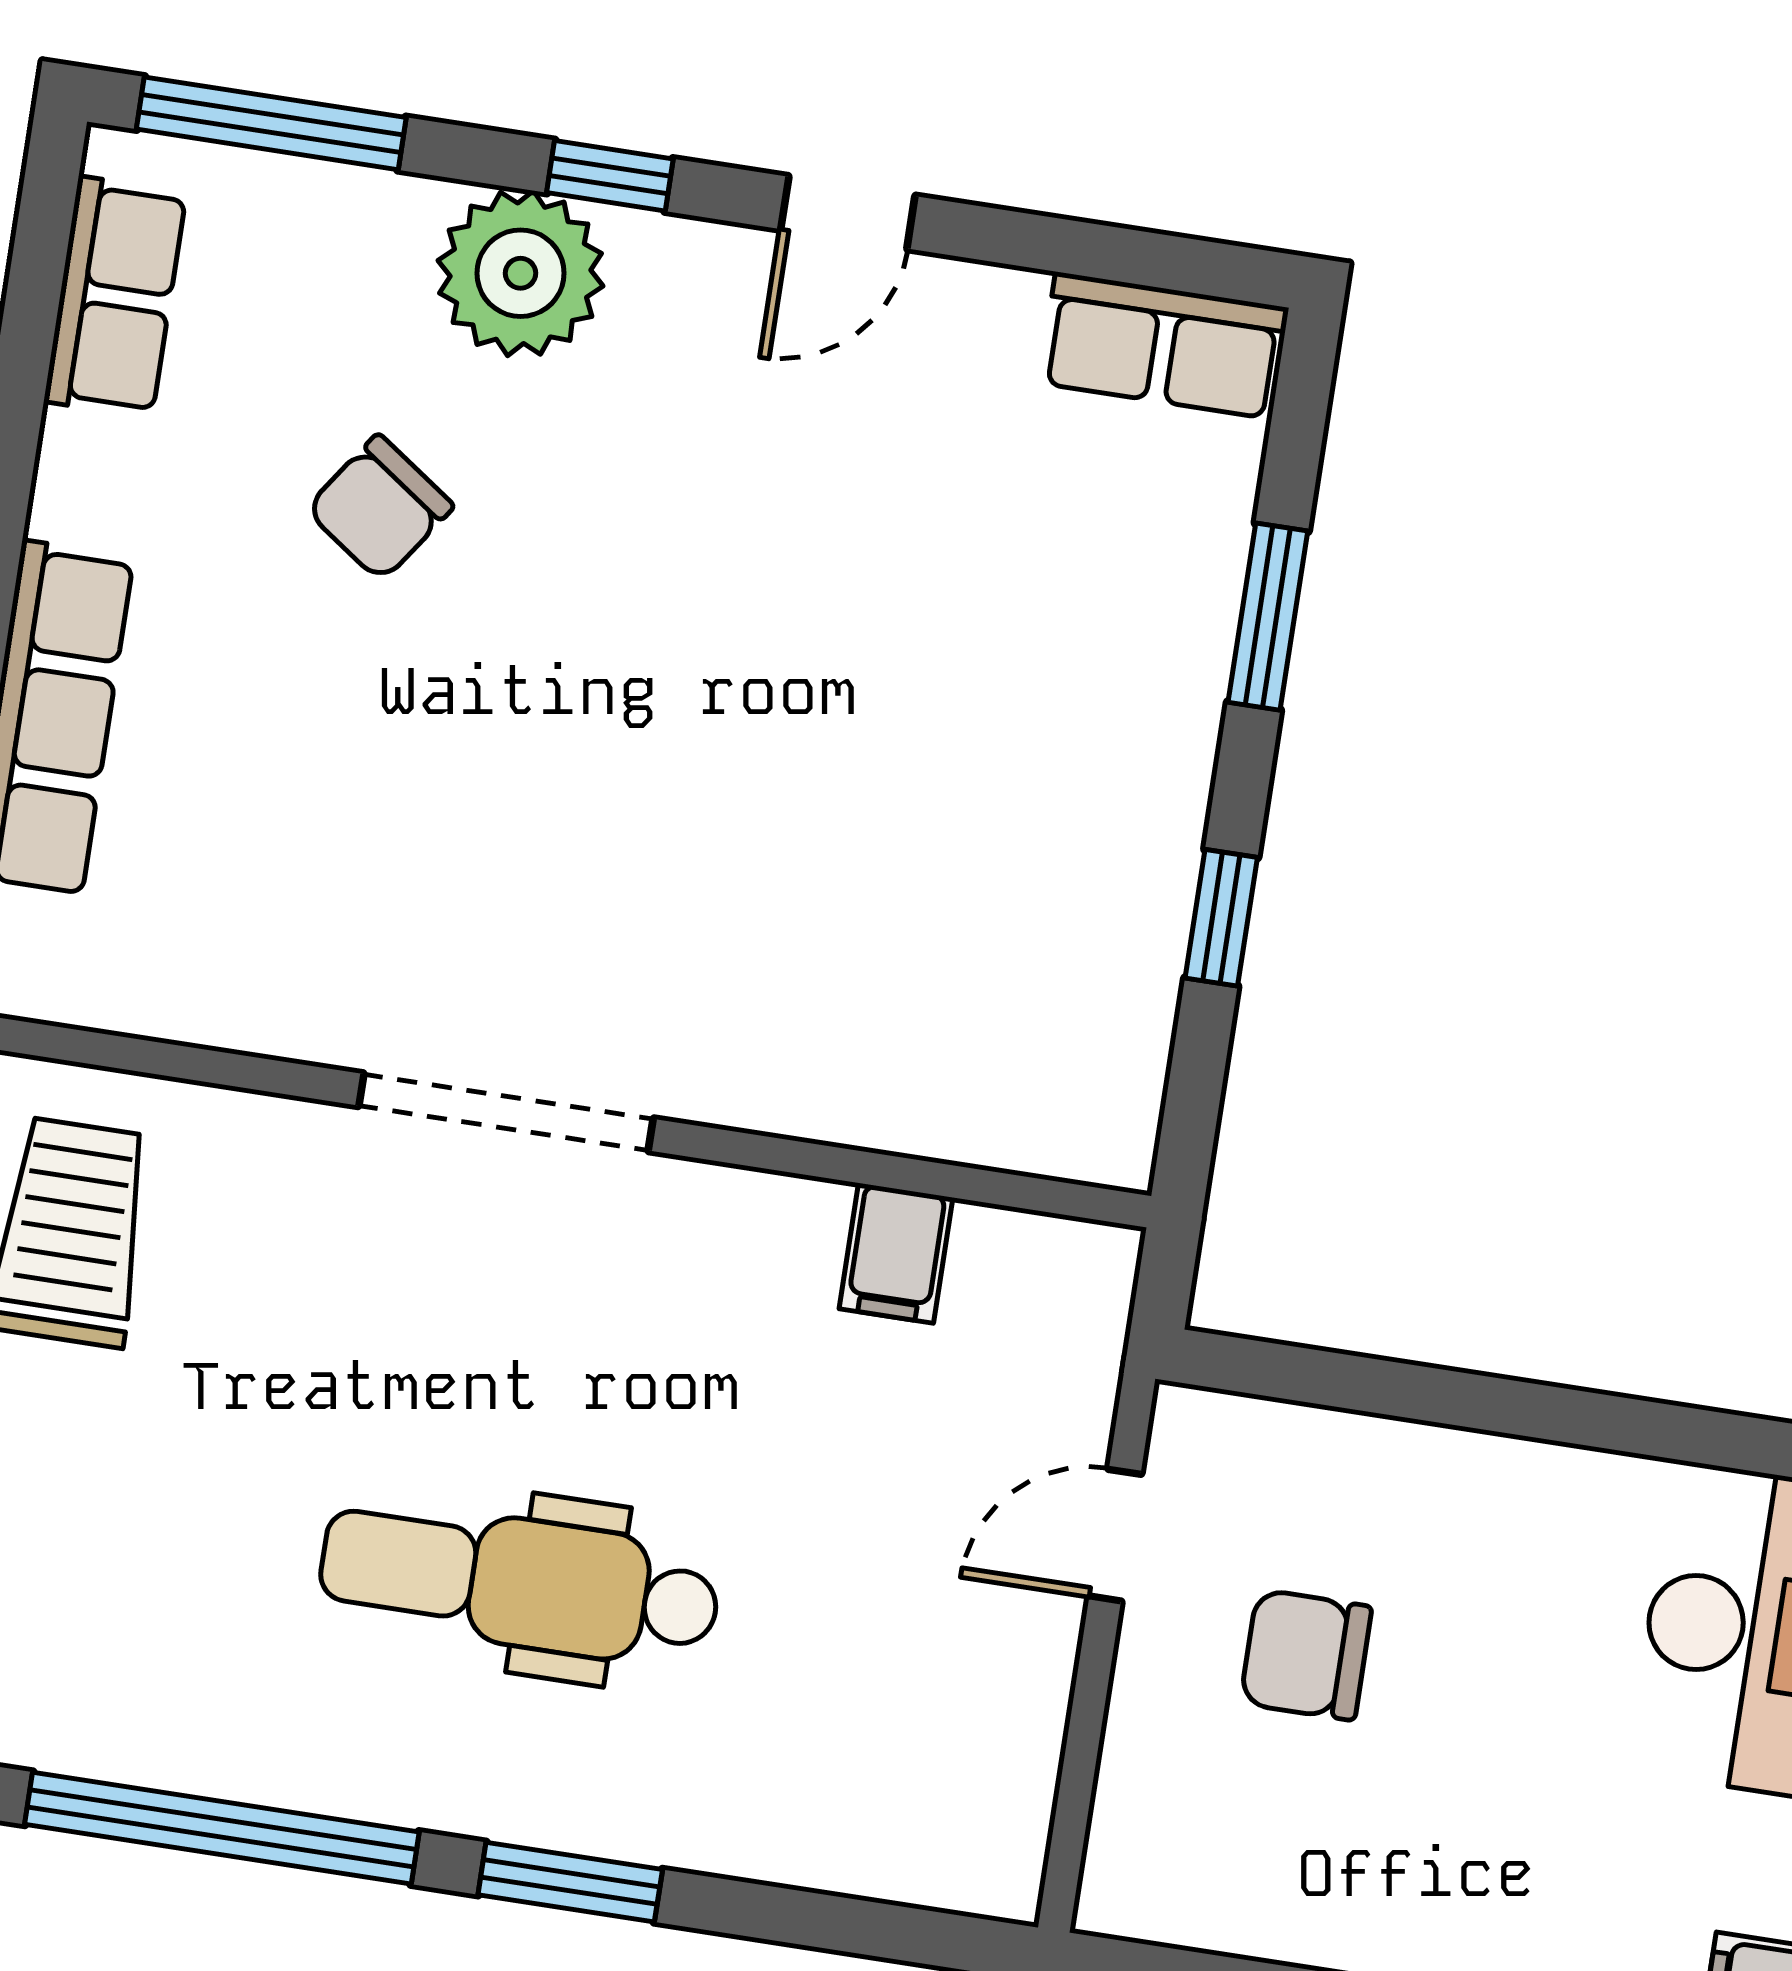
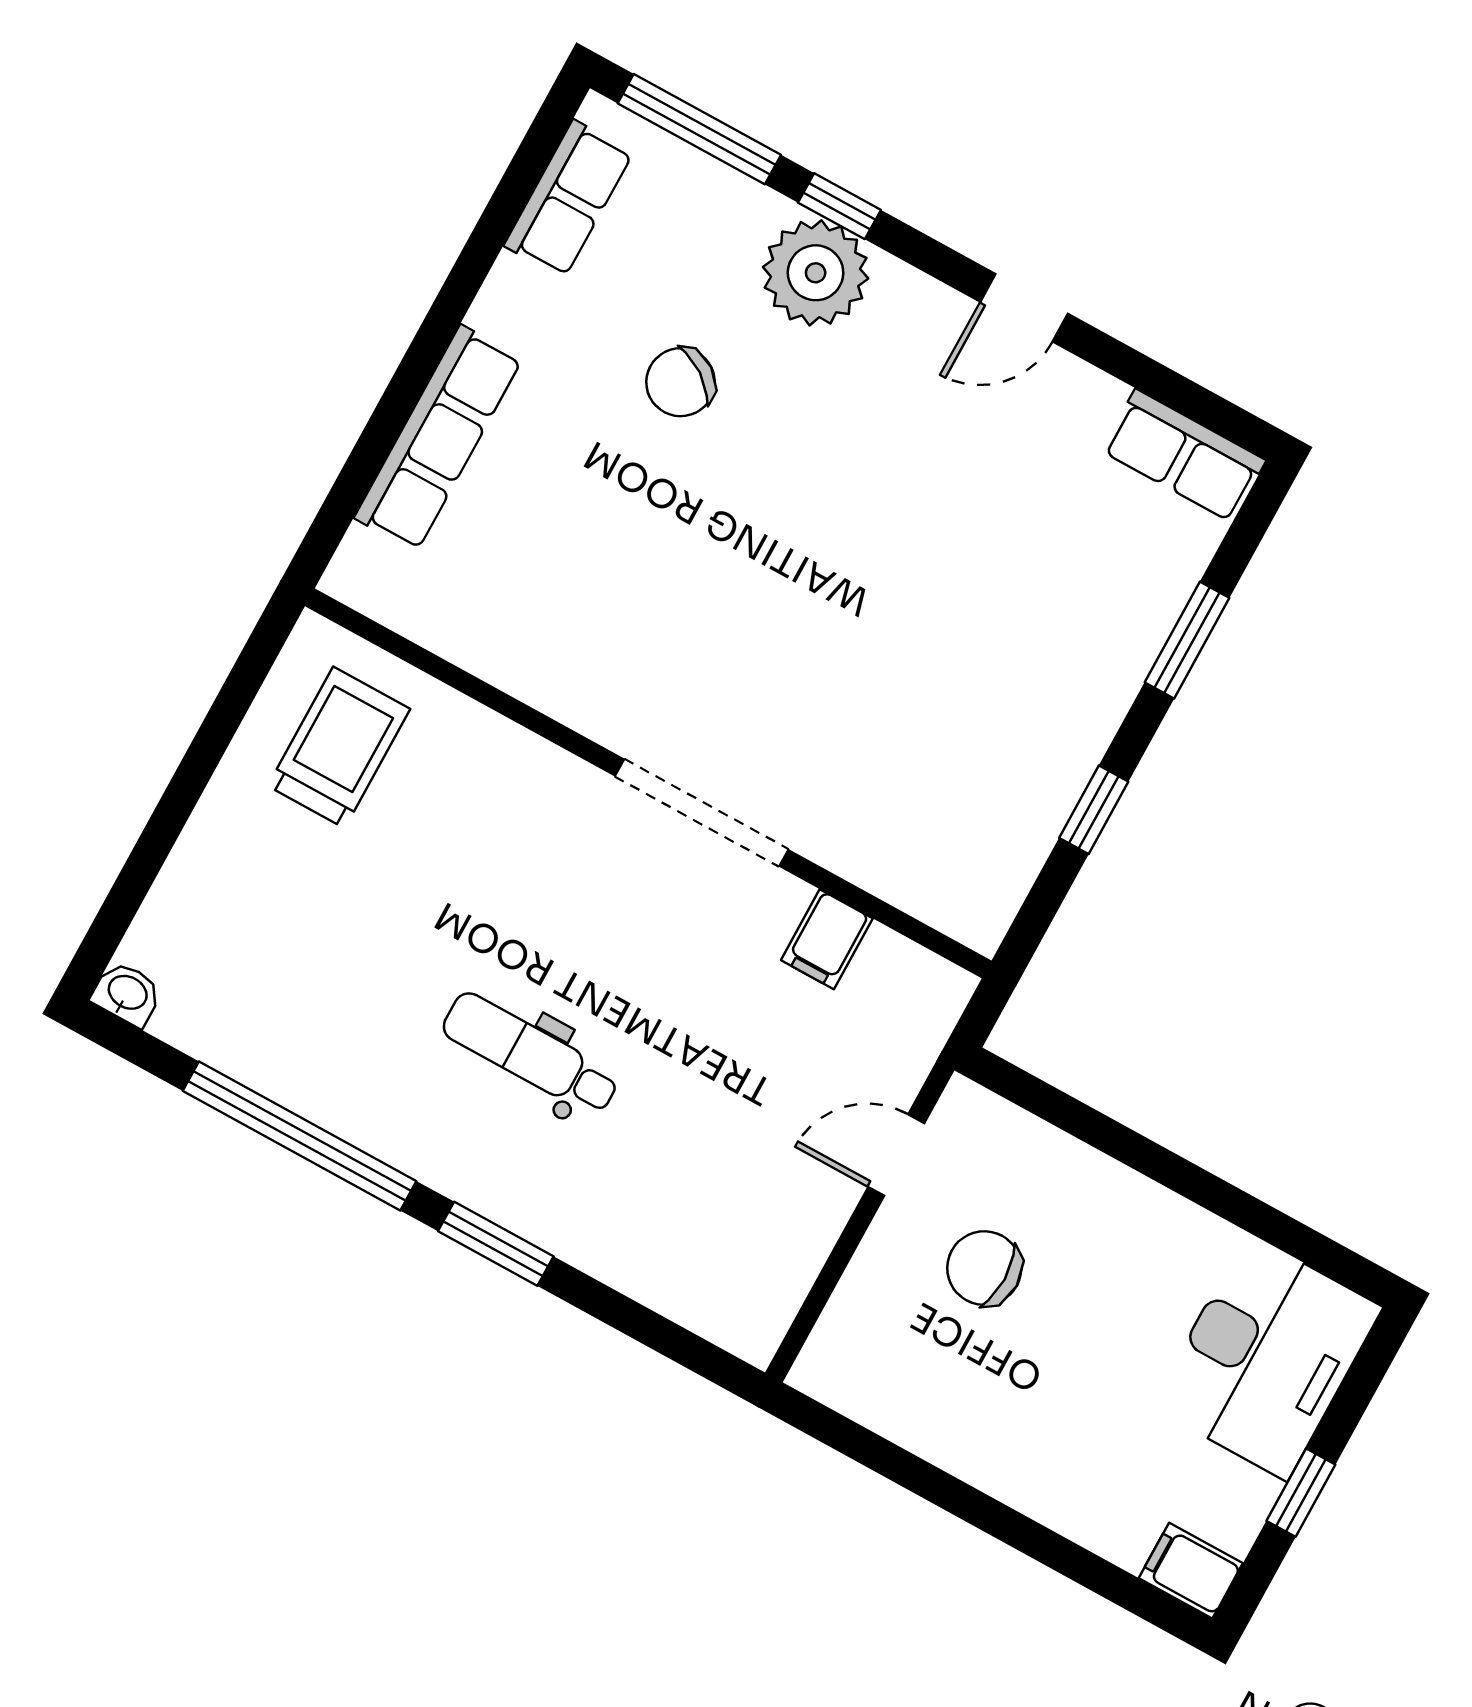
window: (610, 176) -> (839, 206), moved
doorway: (506, 1112) -> (702, 813), moved
dental chair: (520, 1582) -> (531, 1054), width x0.73, depth x0.72

